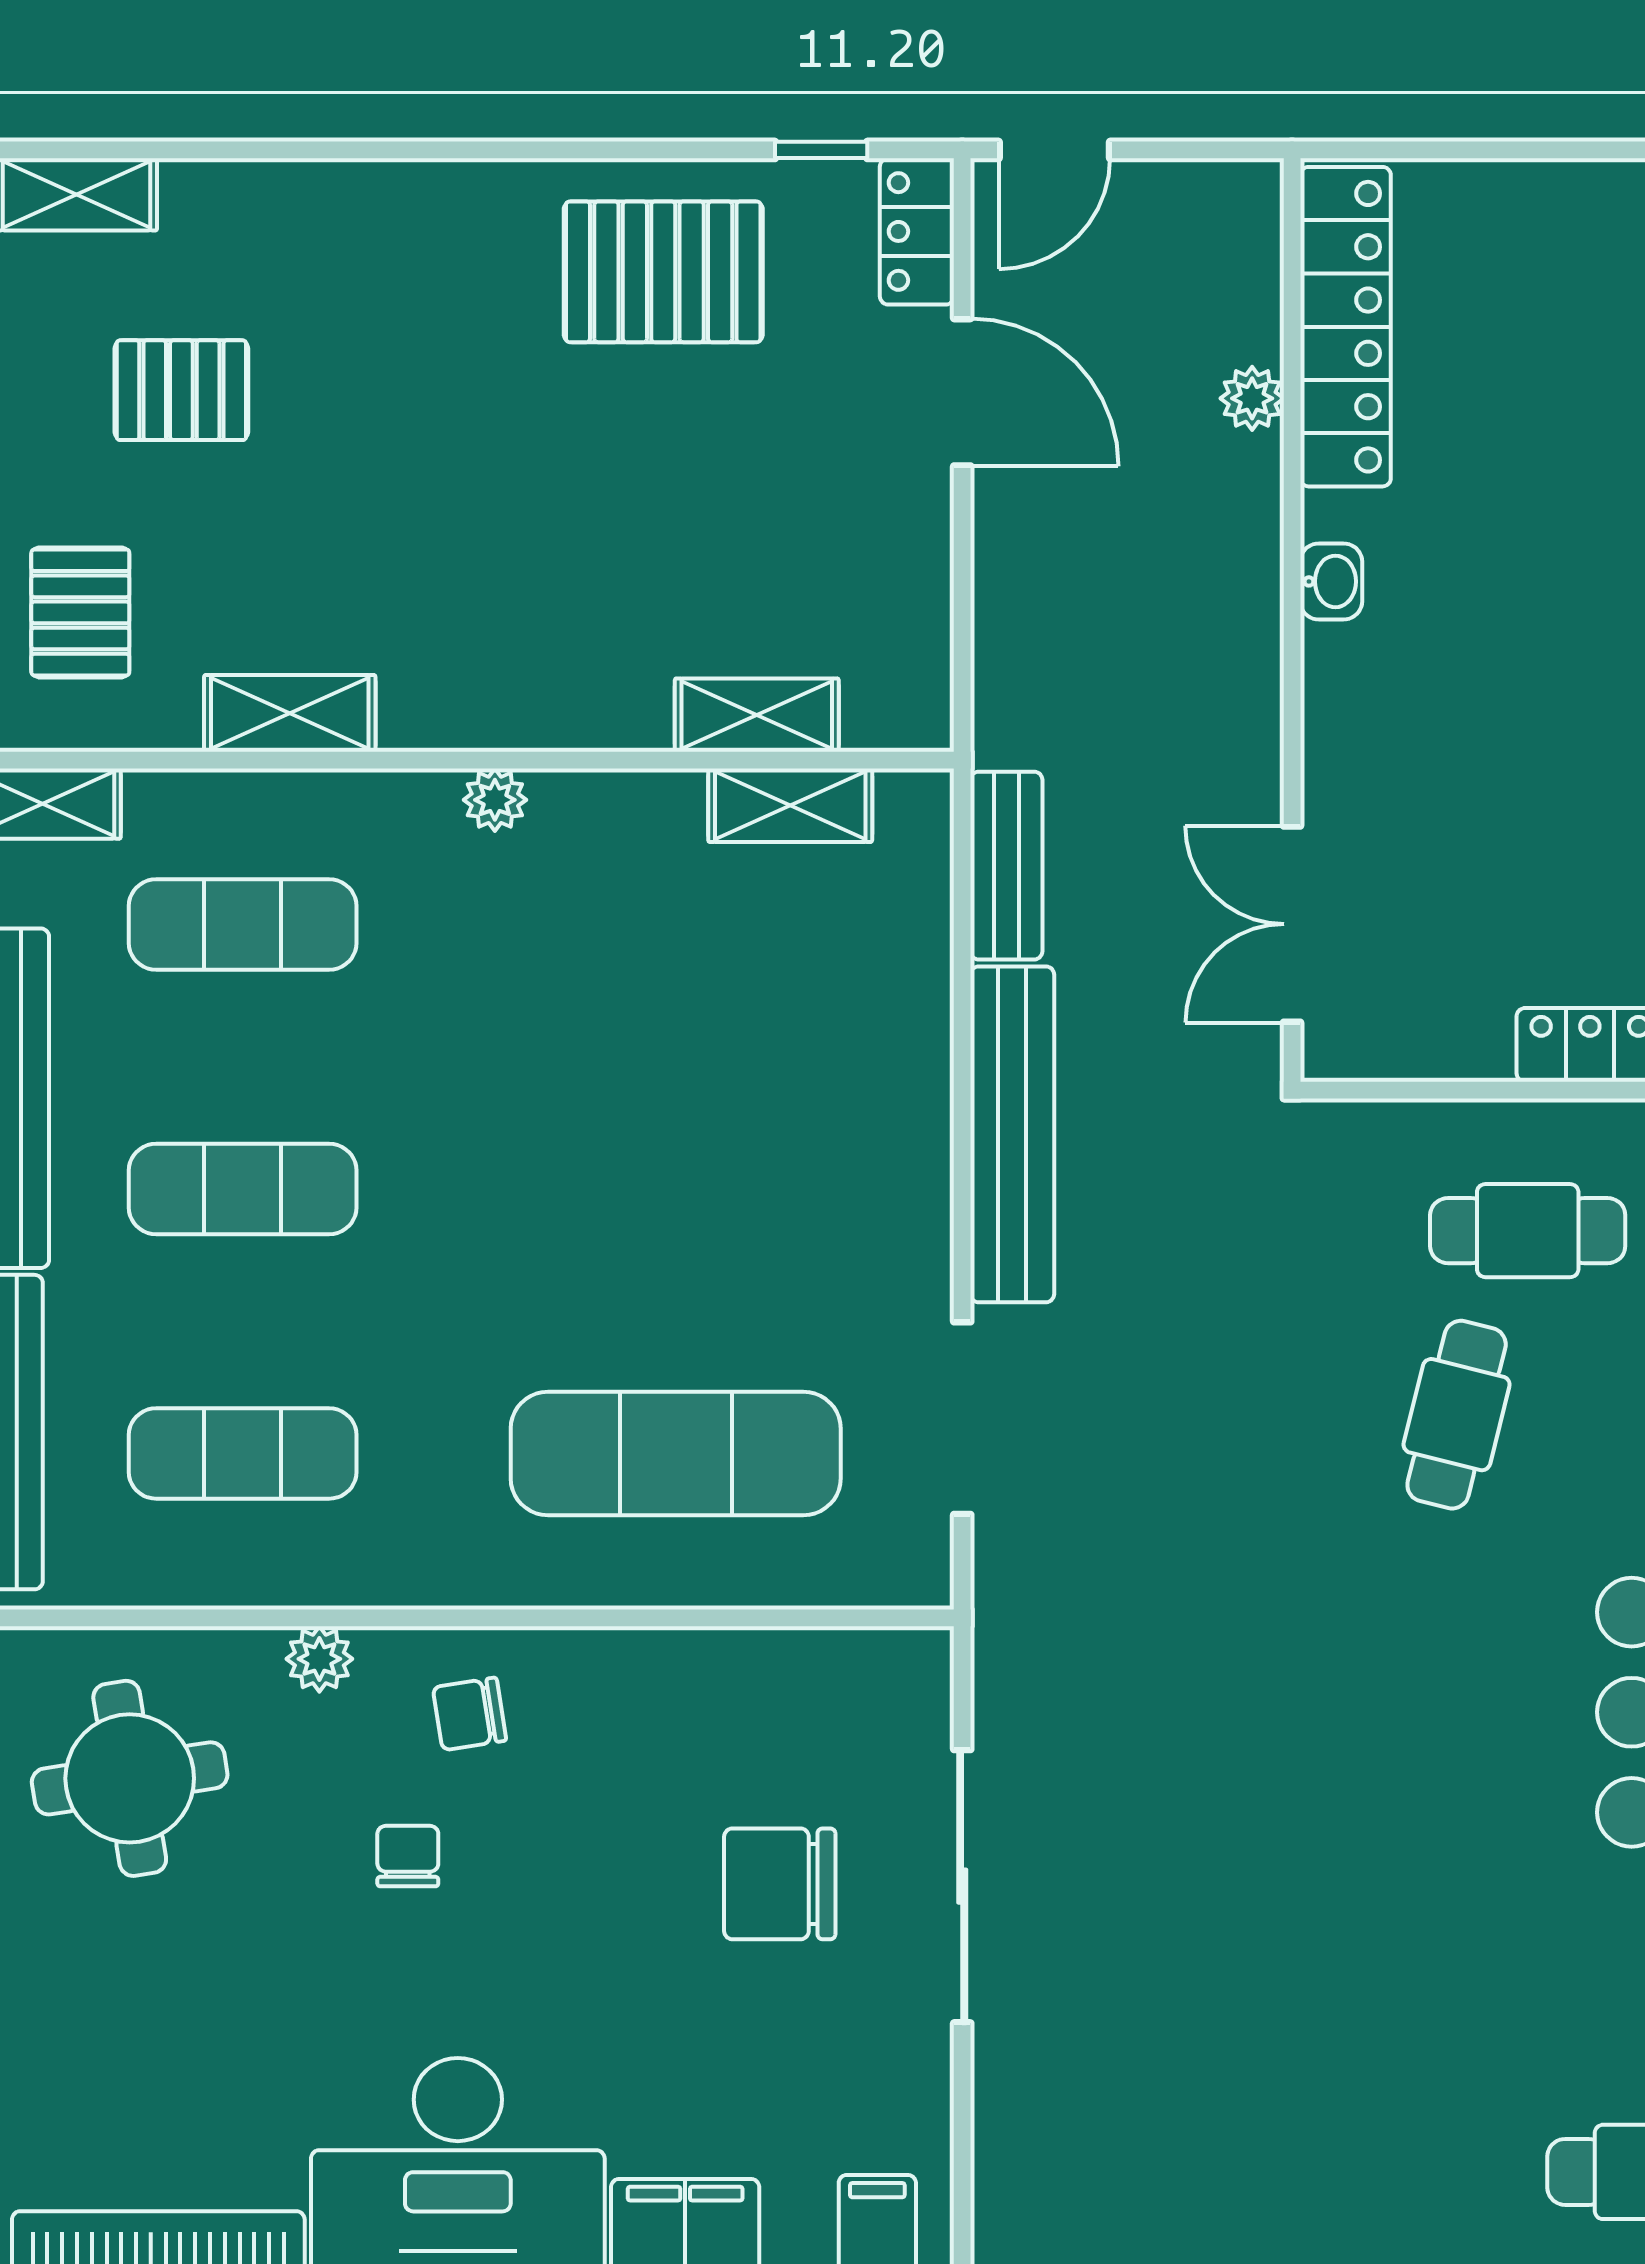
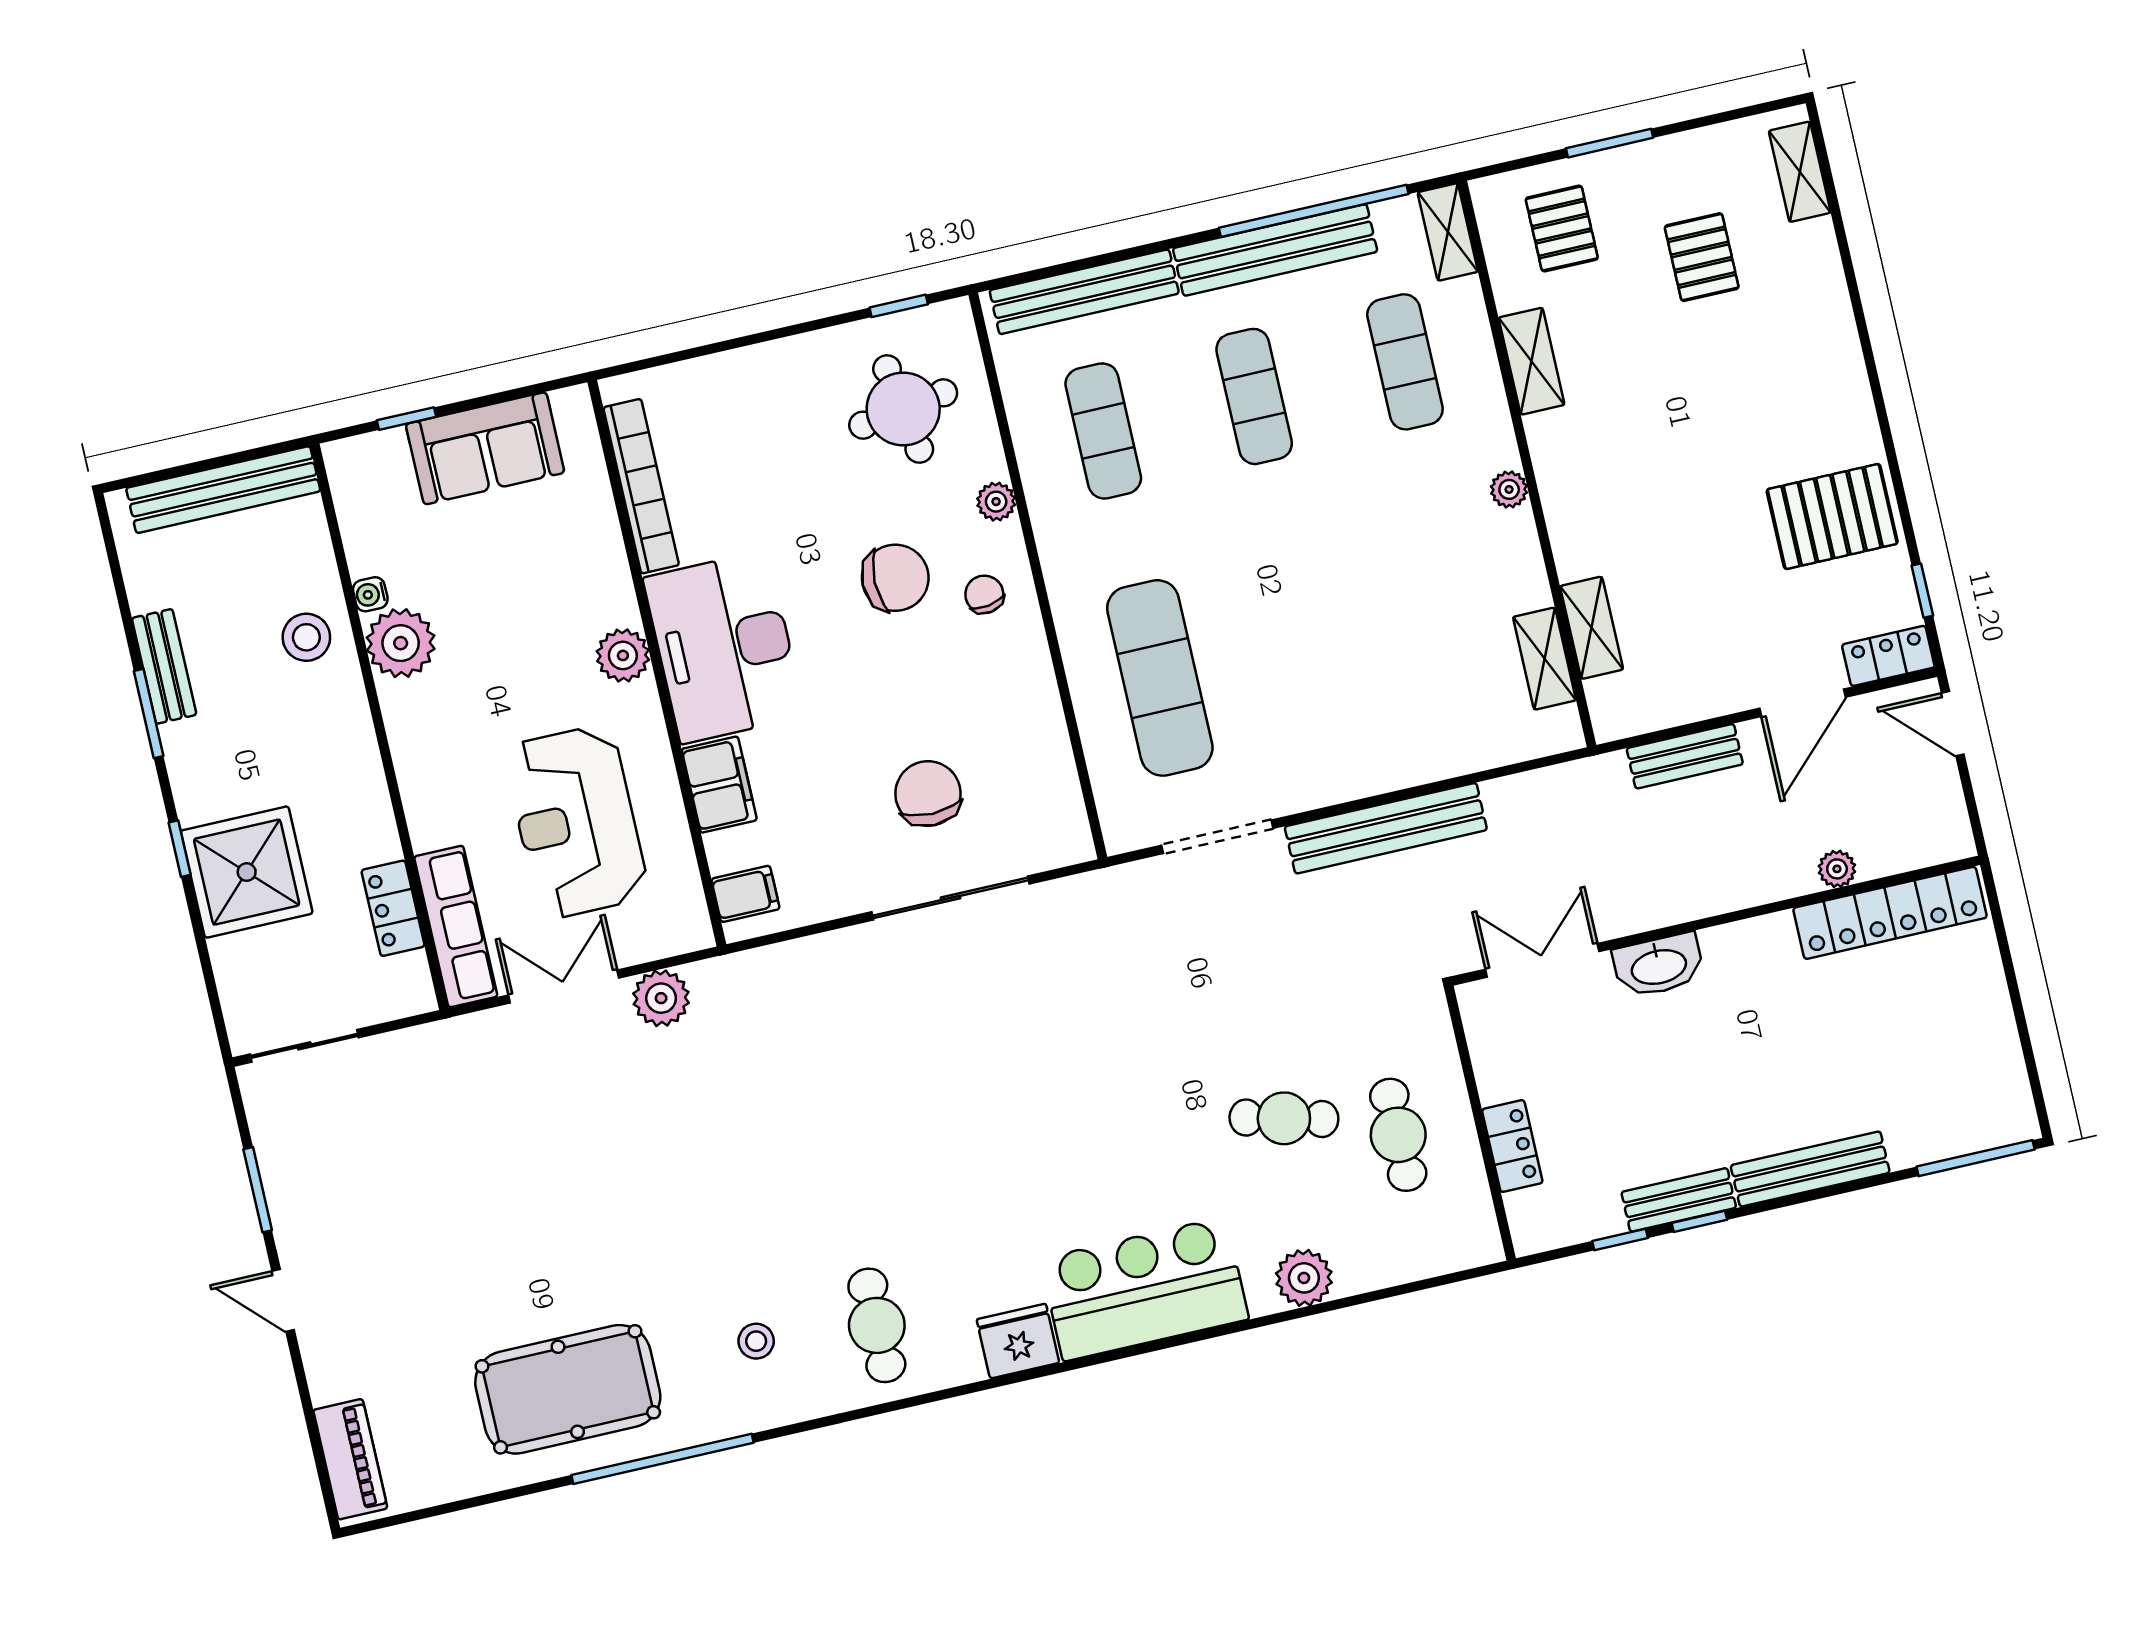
pallet: (663, 272) -> (1832, 517), turned 90
washbasin: (1331, 581) -> (1659, 966), moved, width x1.91, depth x1.45
pallet: (80, 612) -> (1562, 229), turned 90
bench: (1006, 866) -> (1685, 756), moved
chair: (408, 1856) -> (895, 578), width x1.87, depth x1.87

